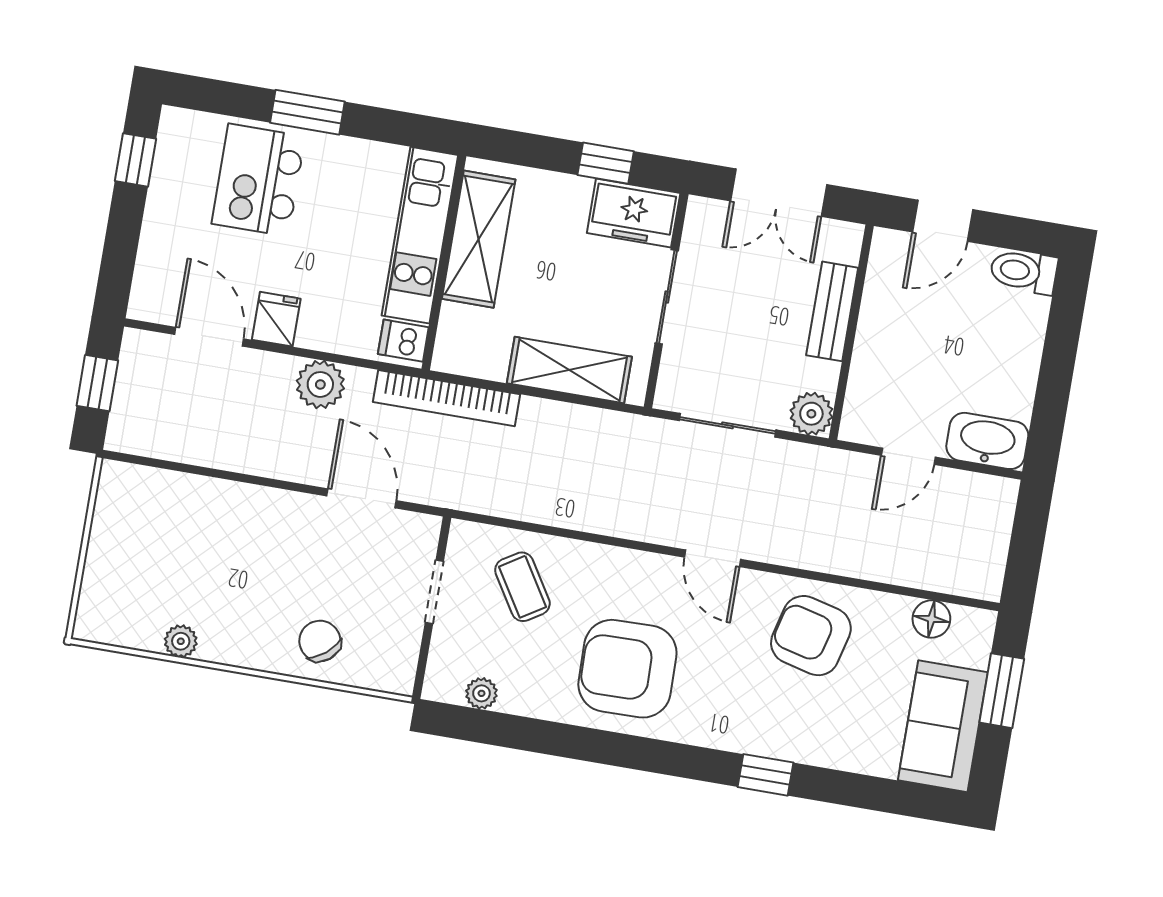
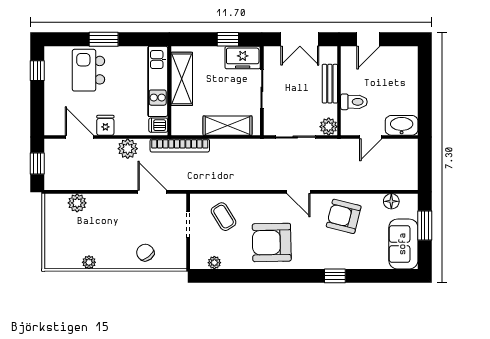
toilet: (1024, 271) -> (354, 102), moved, turned 180
plant: (177, 494) -> (77, 203), added

